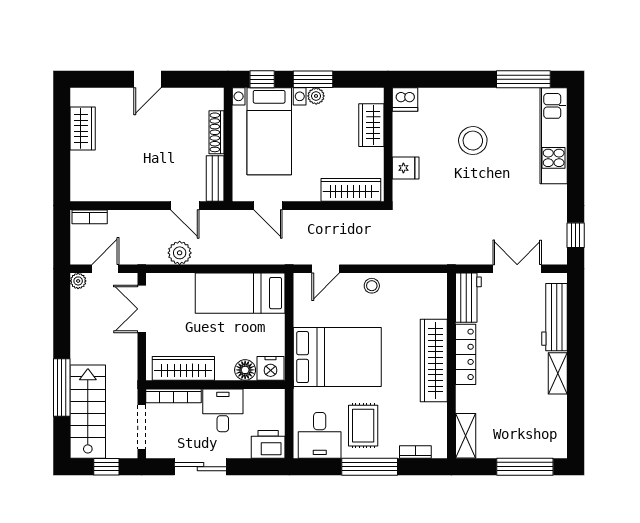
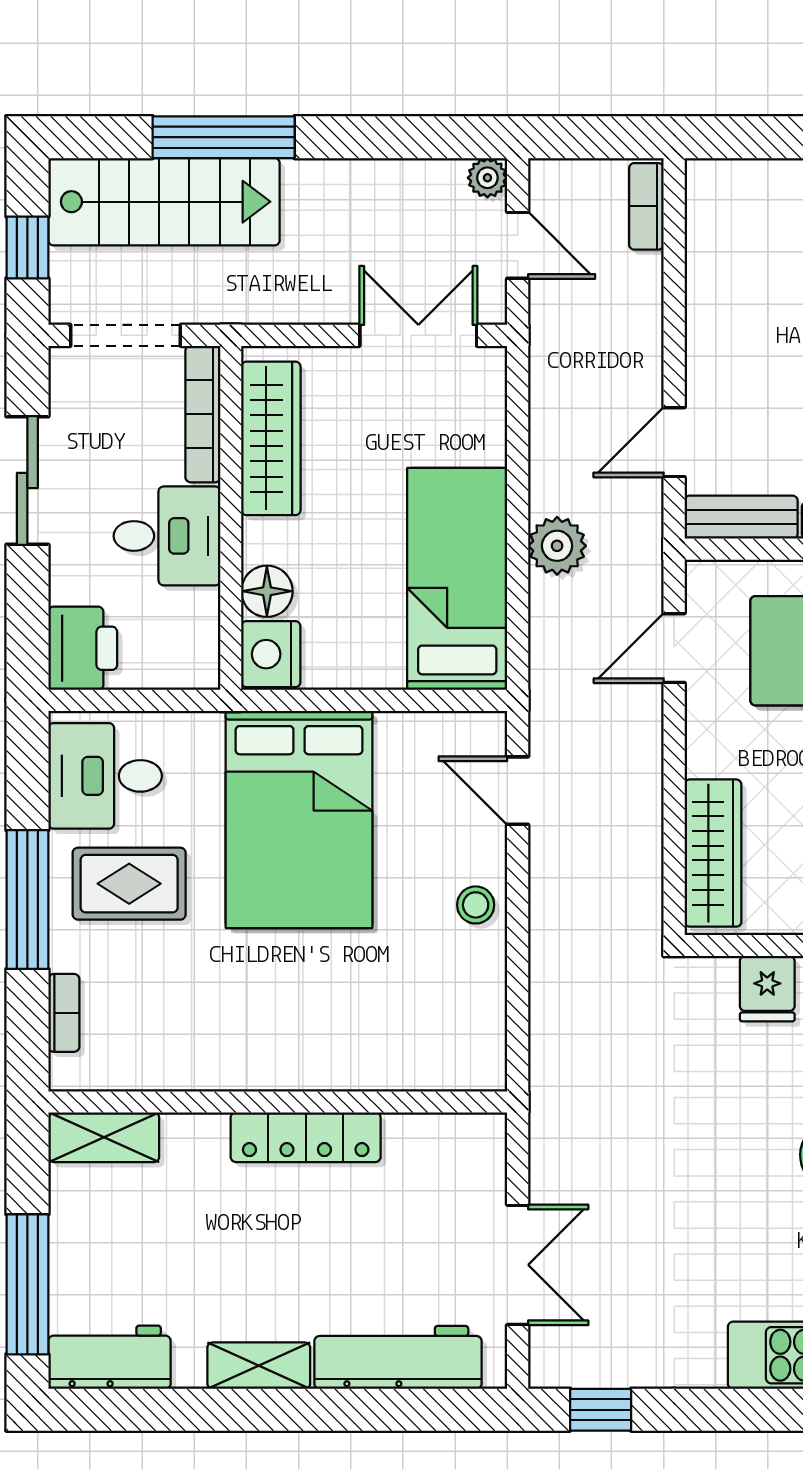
plant: (180, 253) -> (557, 546), moved
workbench: (468, 298) -> (109, 1357), moved, turned 180
wardrobe: (434, 360) -> (291, 1058), removed

